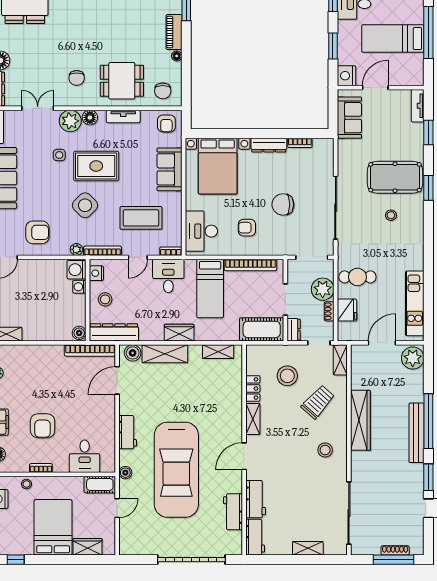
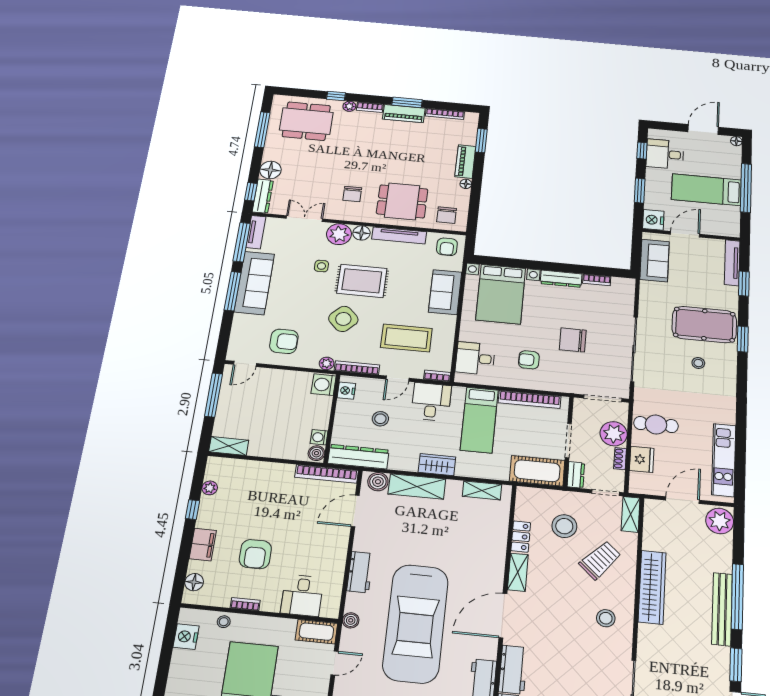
tv unit: (418, 106) -> (732, 263), width x1.41
tv unit: (123, 116) -> (399, 235), width x1.41
desk: (201, 231) -> (475, 358), width x0.73
washing machine: (79, 287) -> (319, 437), moved
stool: (105, 299) -> (380, 419), moved
door: (244, 456) -> (503, 616), width x1.36

